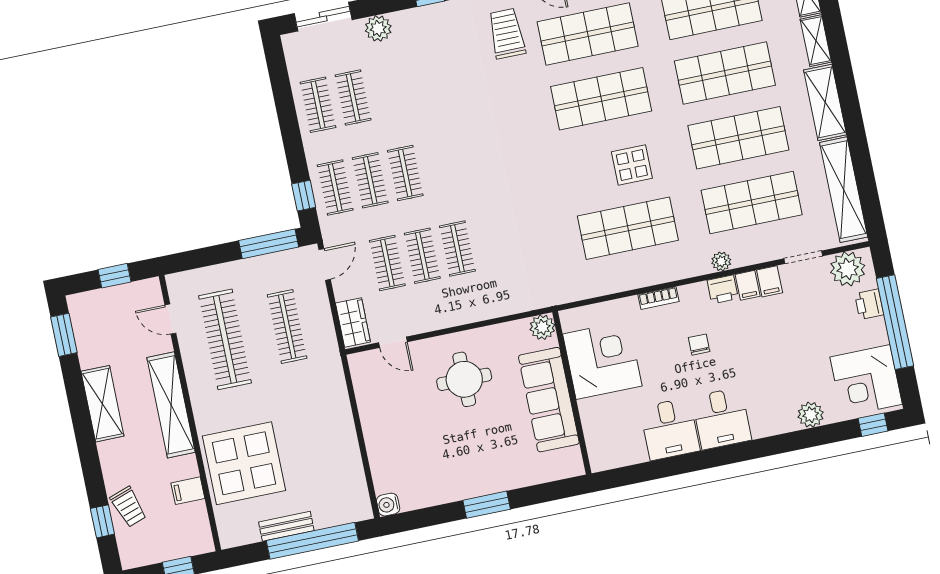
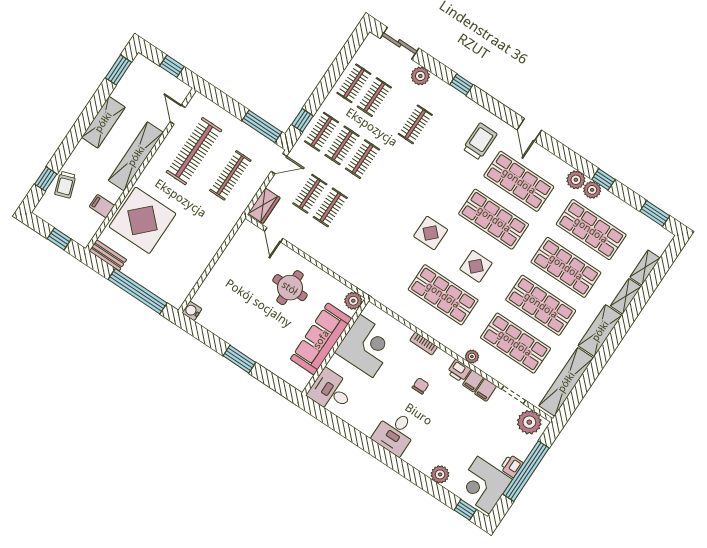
display table: (551, 178) -> (431, 233), added
clothes rail: (457, 249) -> (415, 124), moved
printer: (869, 304) -> (512, 466), moved
desk: (670, 429) -> (331, 391), moved, turned 90
bench: (286, 526) -> (108, 255), moved

